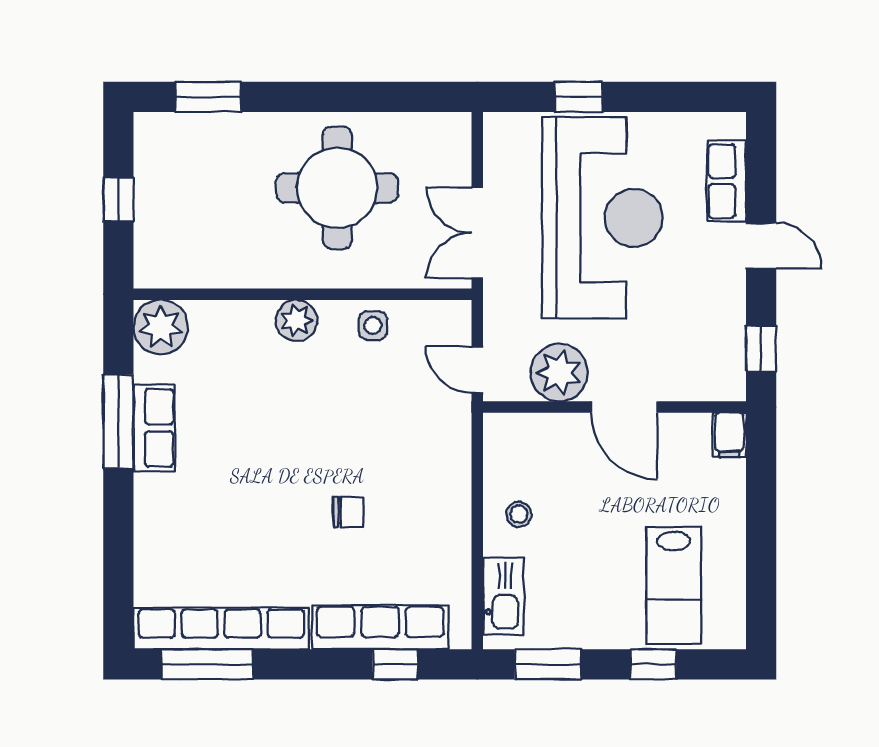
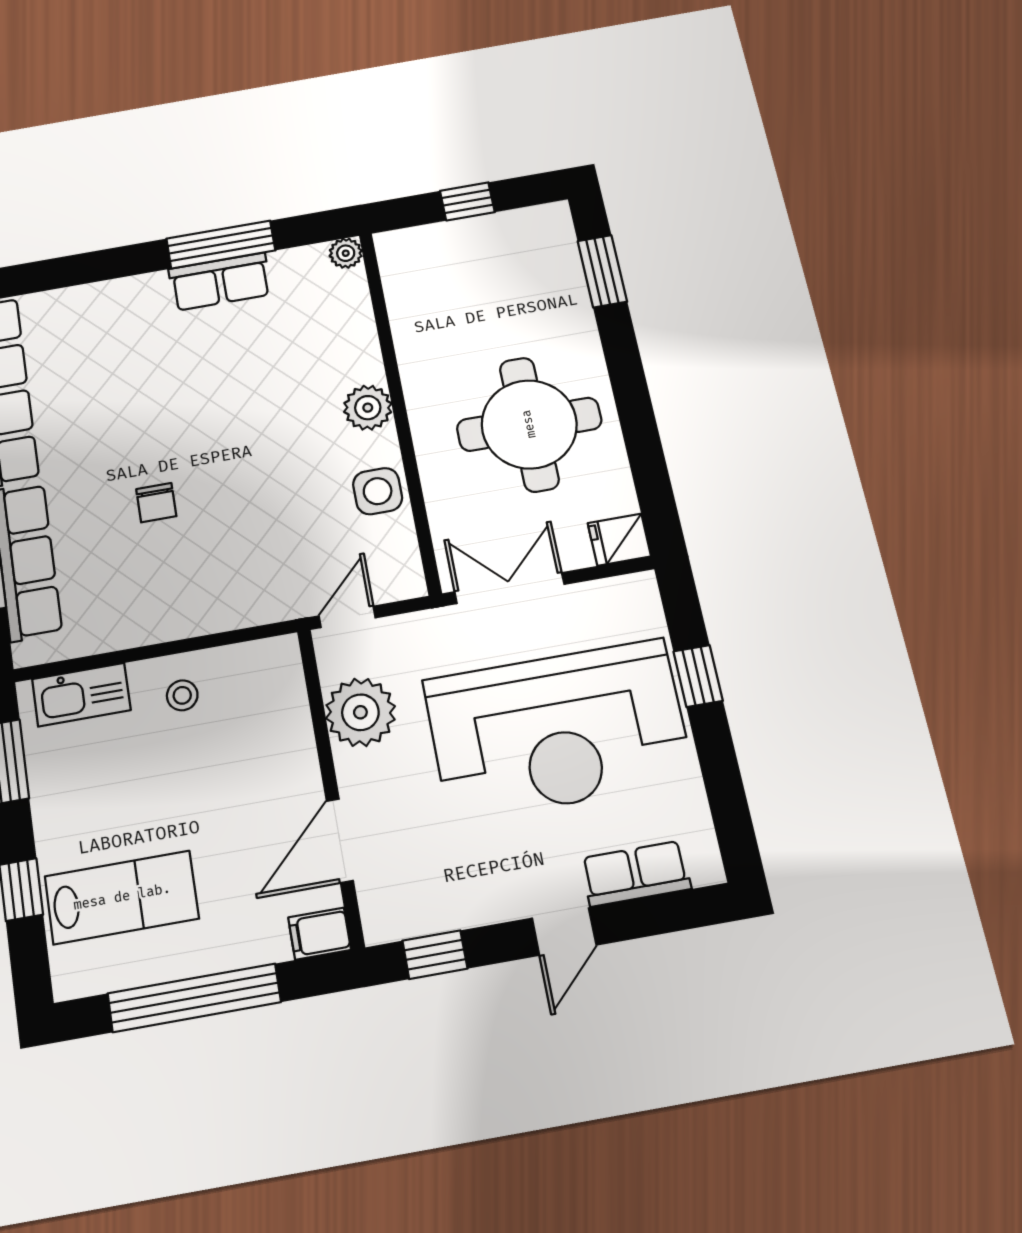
fridge: (453, 135) -> (619, 540), added
side table: (373, 326) -> (378, 491), width x1.37, depth x1.37
plant: (161, 327) -> (346, 253), width x0.53, depth x0.53
door: (624, 407) -> (340, 841), moved
window: (761, 540) -> (194, 998), added
lab bench: (674, 586) -> (122, 897), turned 180

